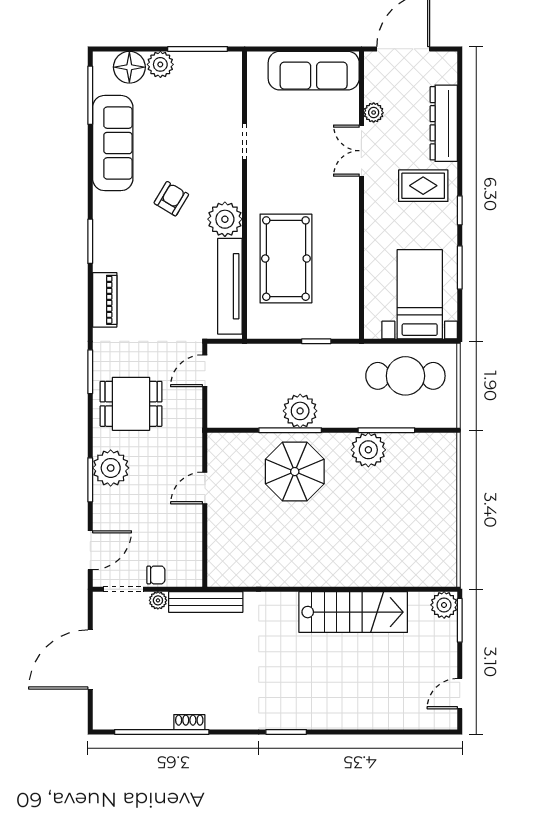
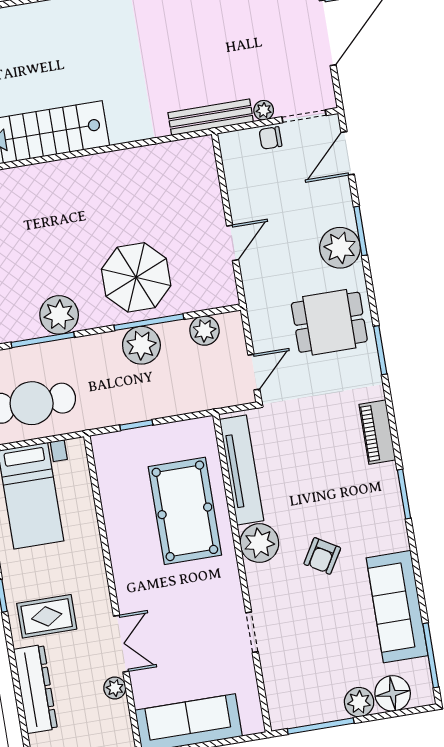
plant: (242, 415) -> (204, 331), added

